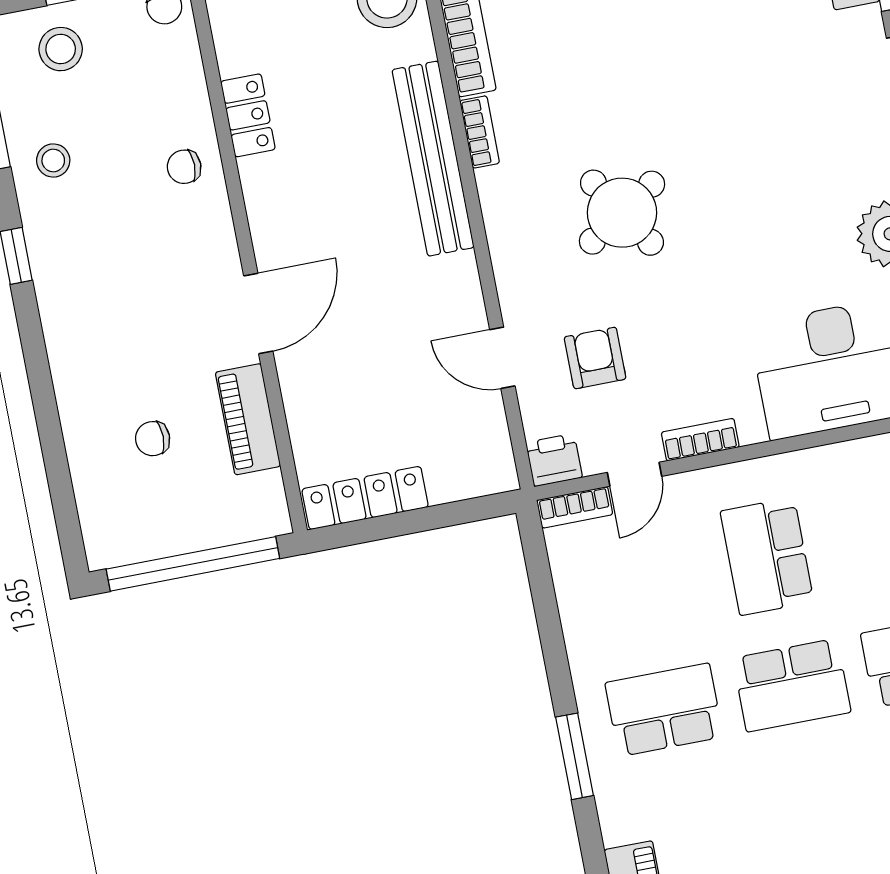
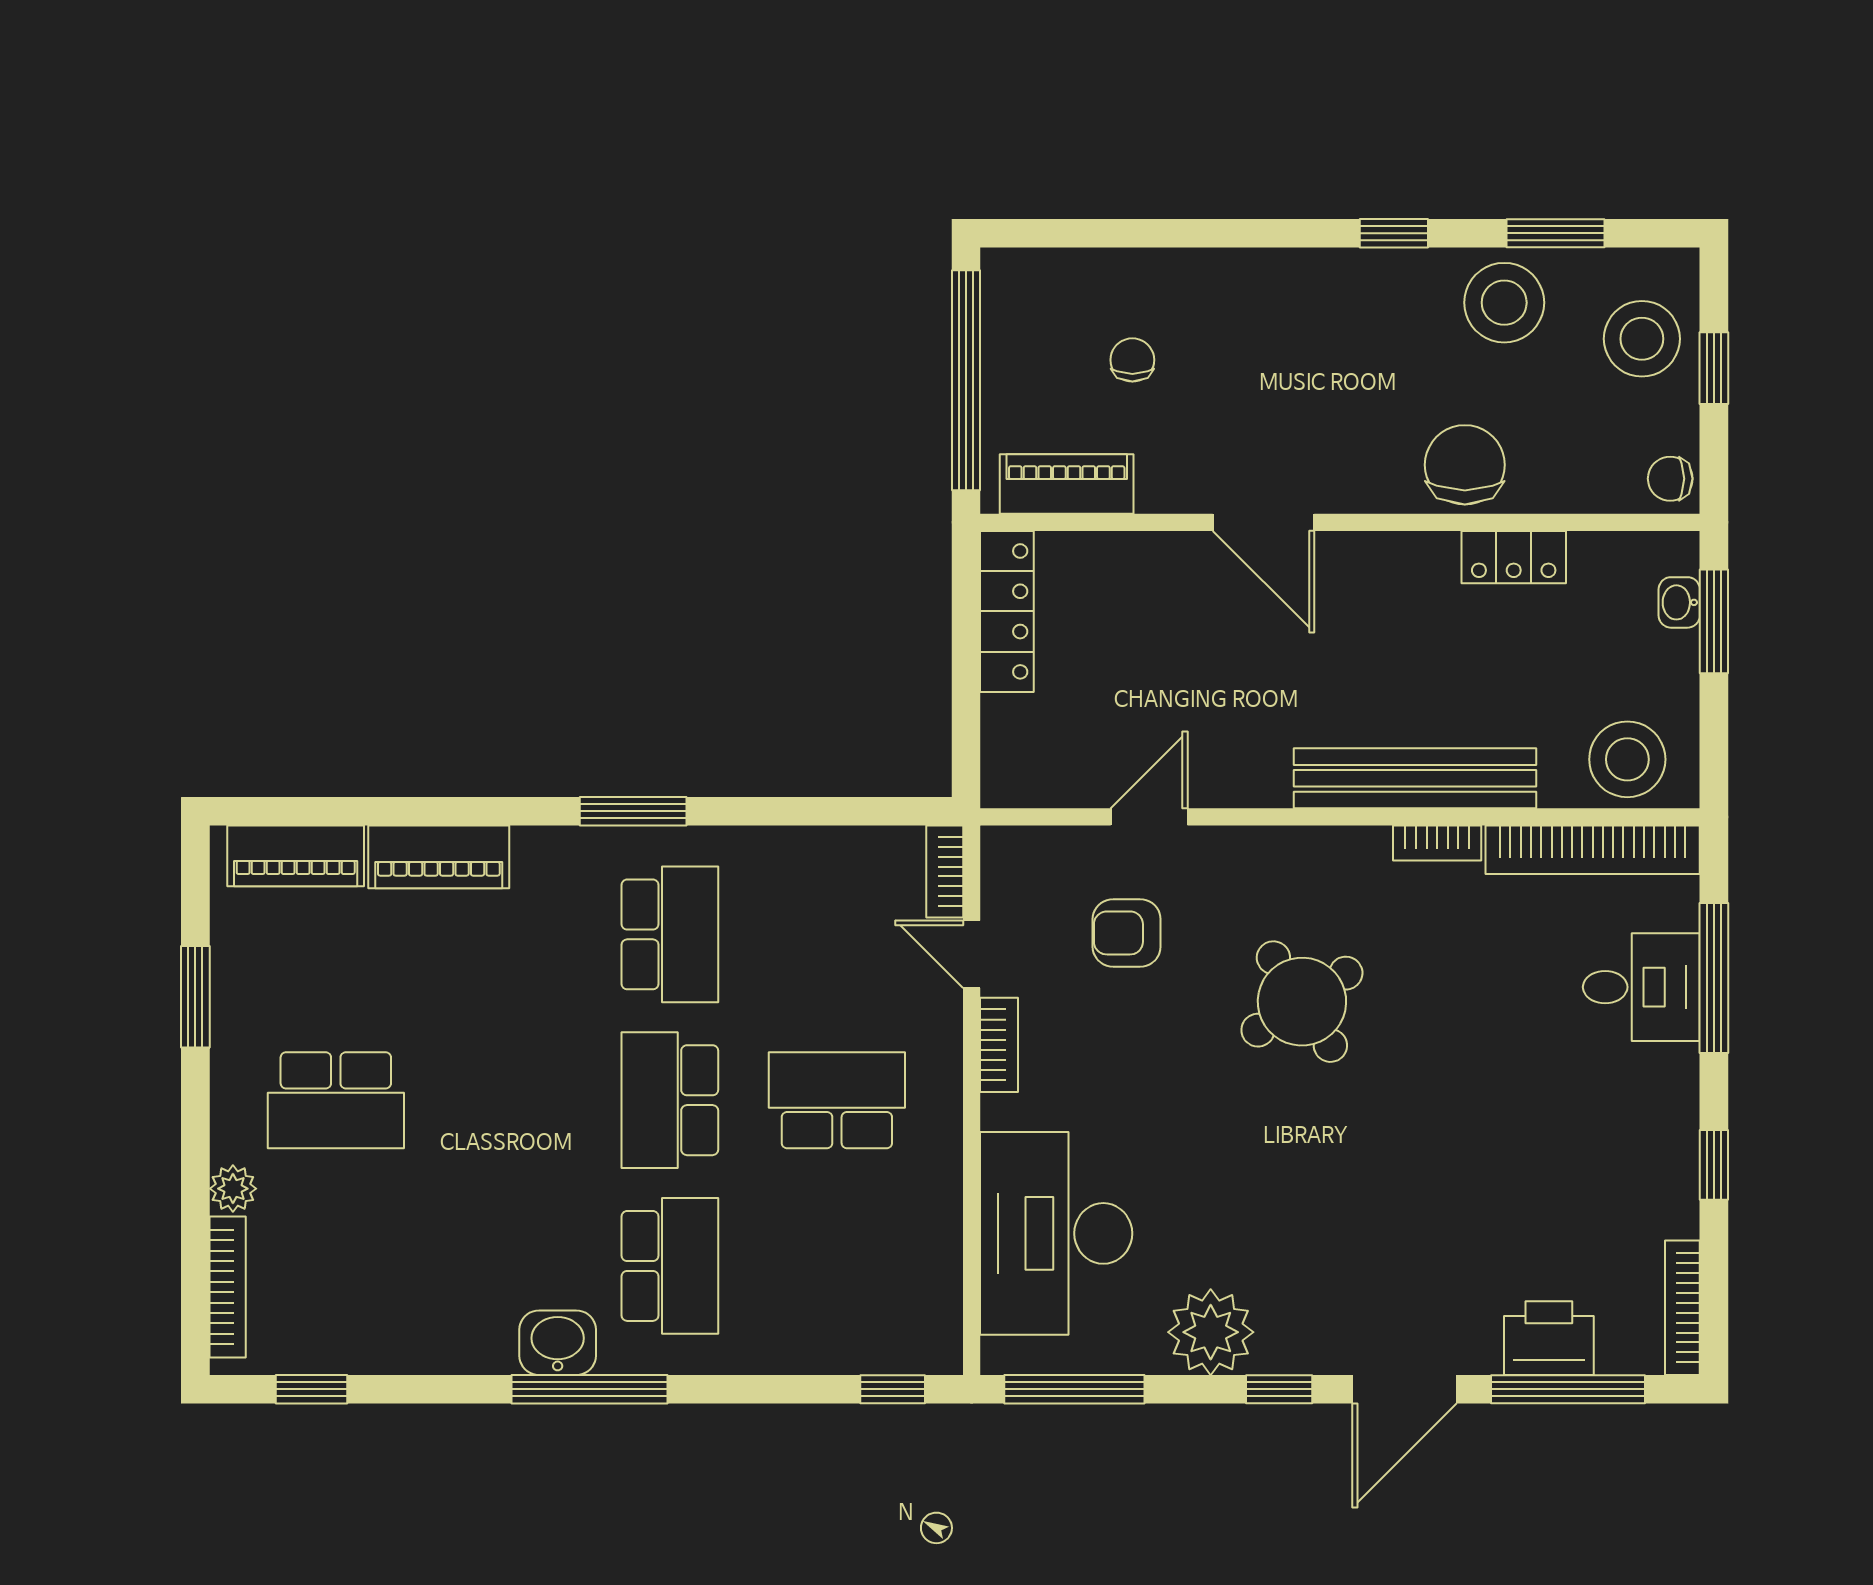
stool: (61, 49) -> (1642, 339), width x1.38, depth x1.38
stool: (53, 160) -> (1504, 303), width x1.89, depth x1.89
chair: (184, 167) -> (1465, 465), width x1.87, depth x1.87
armchair: (595, 358) -> (1127, 933), turned 180
piano: (248, 419) -> (1067, 484), moved
printer: (554, 460) -> (1009, 857), removed

